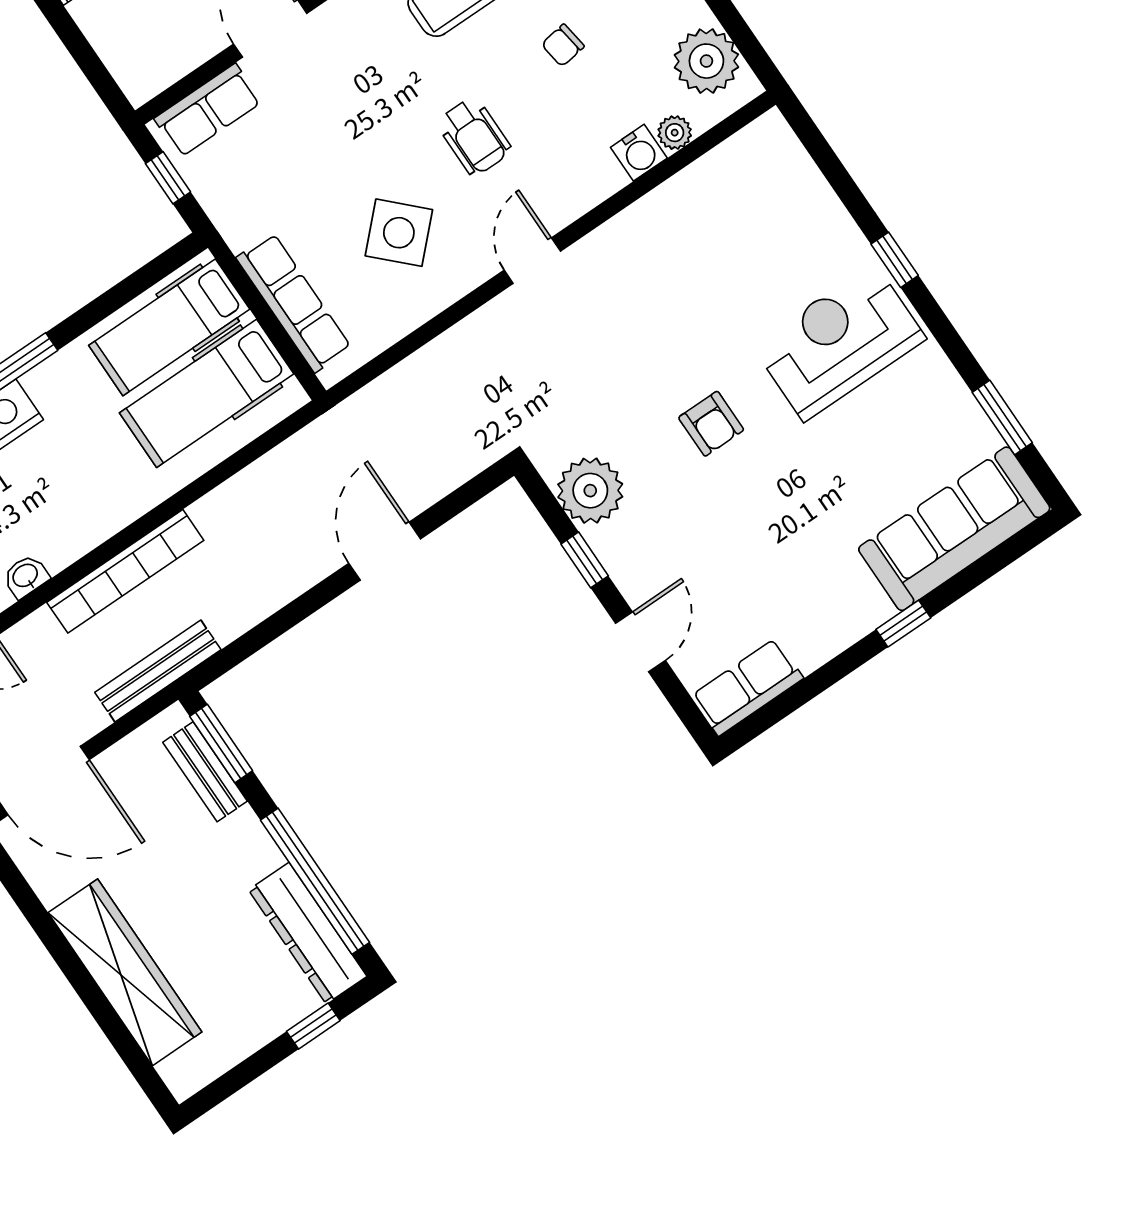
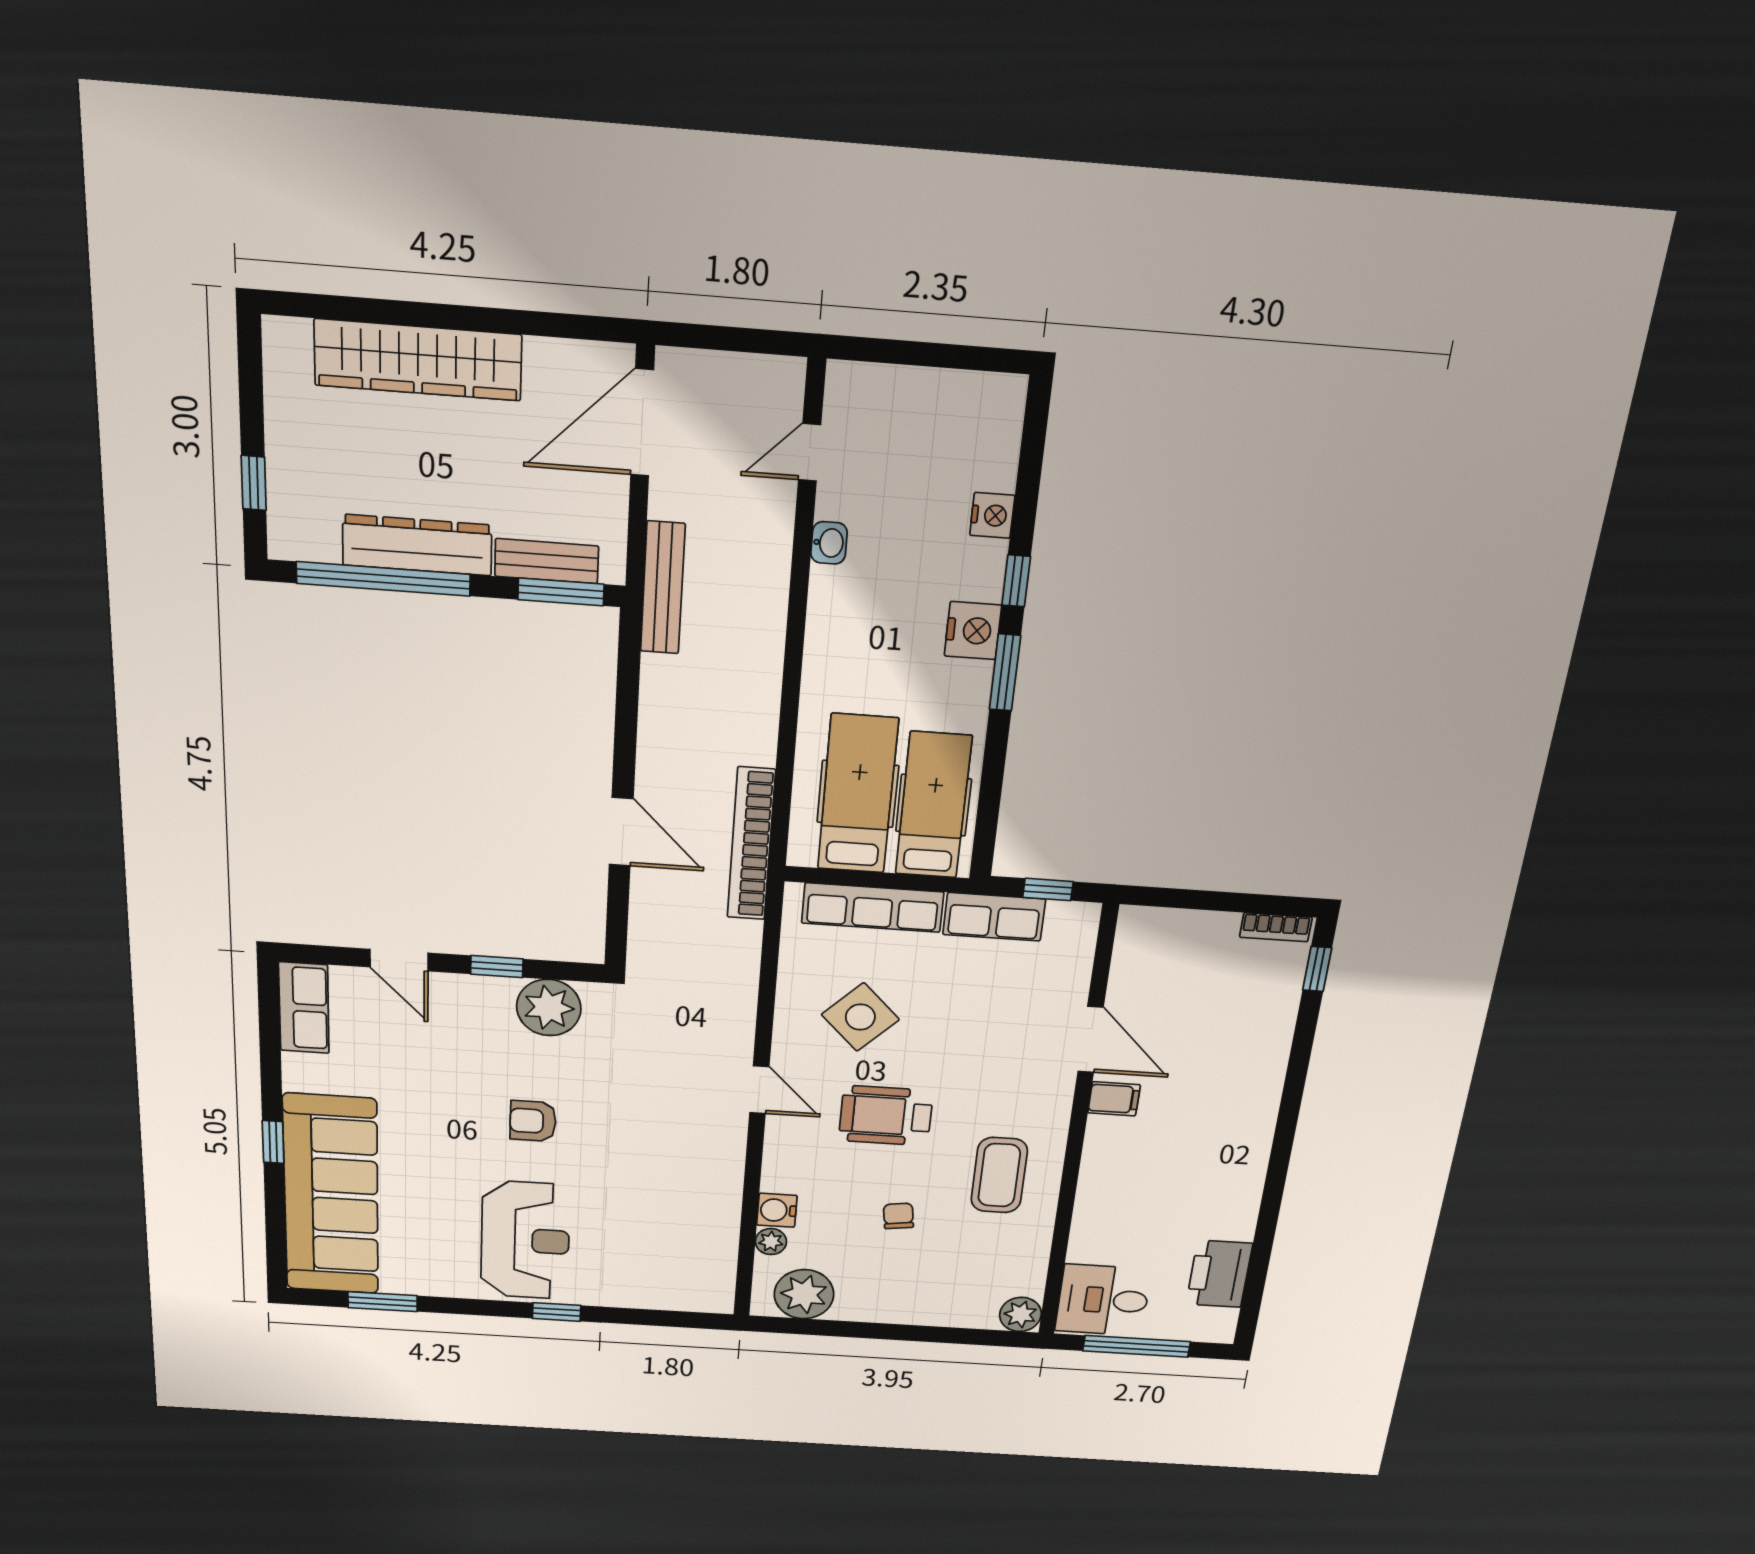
row of seats: (208, 110) -> (994, 917), moved, turned -90
wheelchair: (474, 136) -> (886, 1116), width x1.36, depth x1.37
sofa: (954, 529) -> (331, 1195), width x1.36, depth x1.27
bookcase: (125, 571) -> (751, 844), moved
dresser: (308, 933) -> (417, 545), moved

